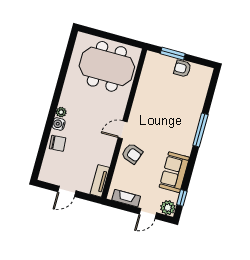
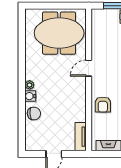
door: (123, 130) -> (89, 68), moved
armchair: (132, 154) -> (103, 105), turned 70

